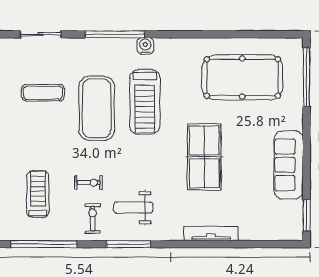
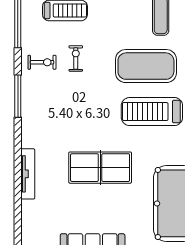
exercise bike: (89, 183) -> (76, 58), turned 180
weight bench: (133, 208) -> (52, 101), removed

